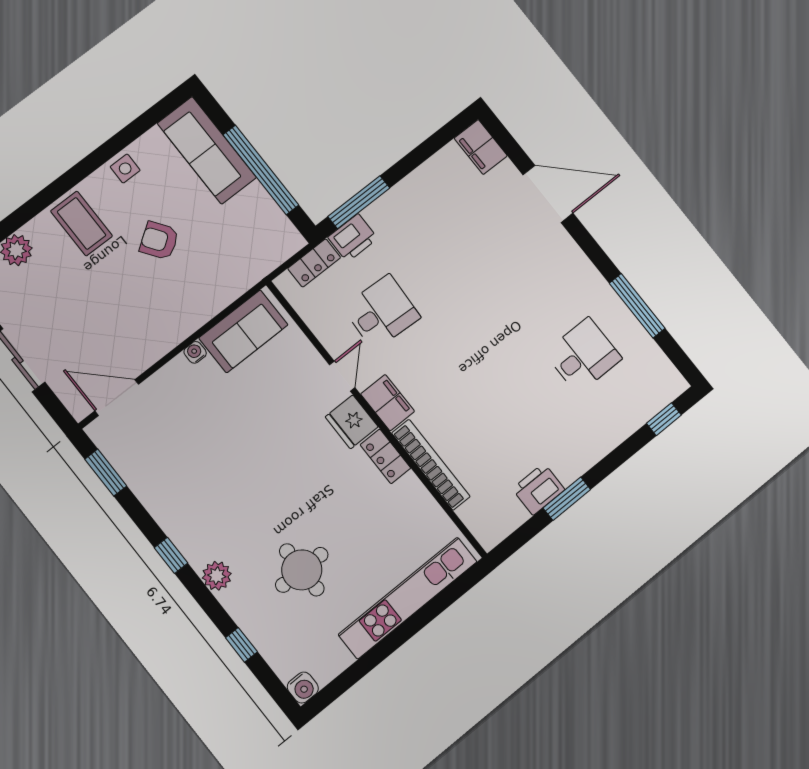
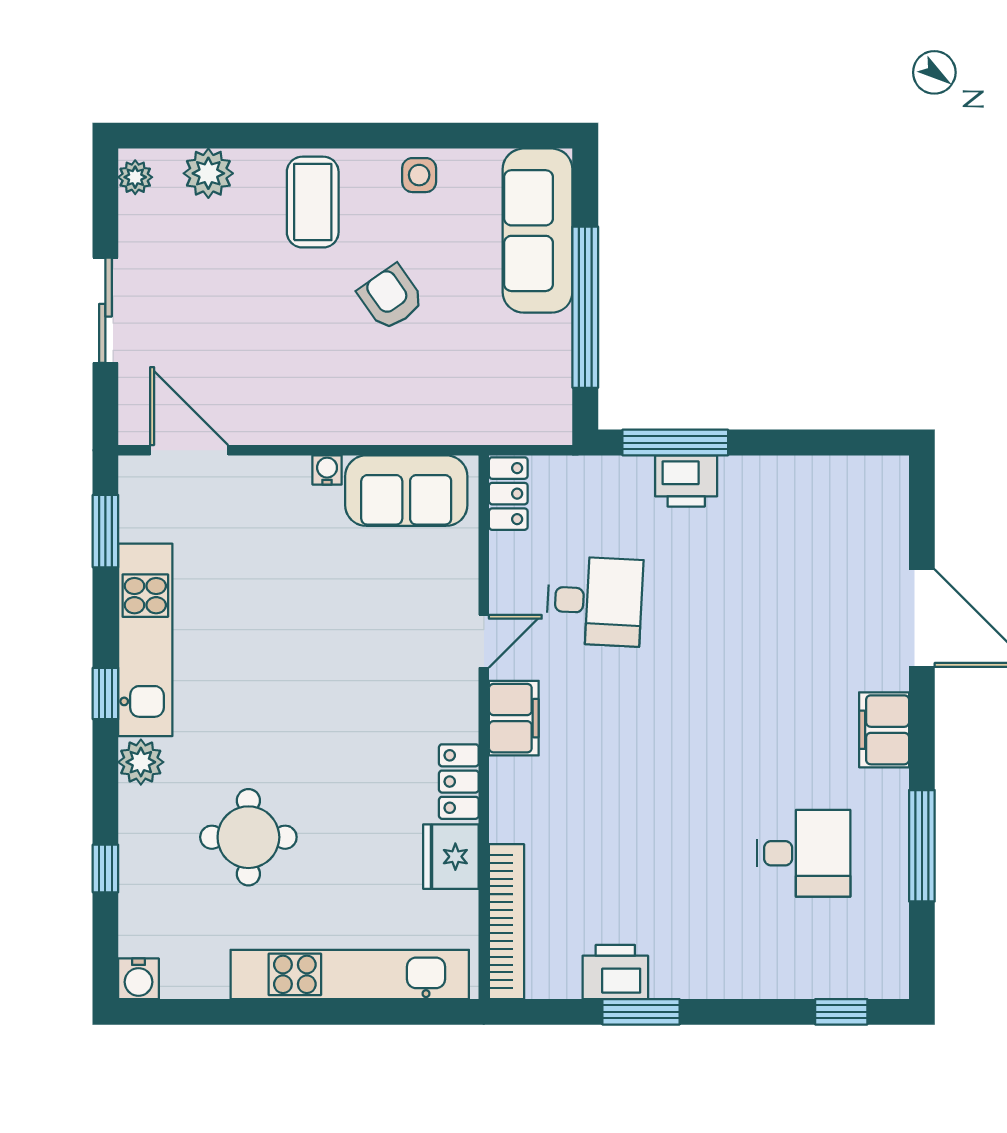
filing cabinet: (481, 147) -> (884, 730), moved
printer: (353, 238) -> (686, 481), moved
locker: (314, 263) -> (508, 494), moved, turned -90
fridge: (352, 422) -> (451, 857), moved
bookcase: (431, 465) -> (507, 922), moved
kitchen unit: (170, 512) -> (145, 640), added

